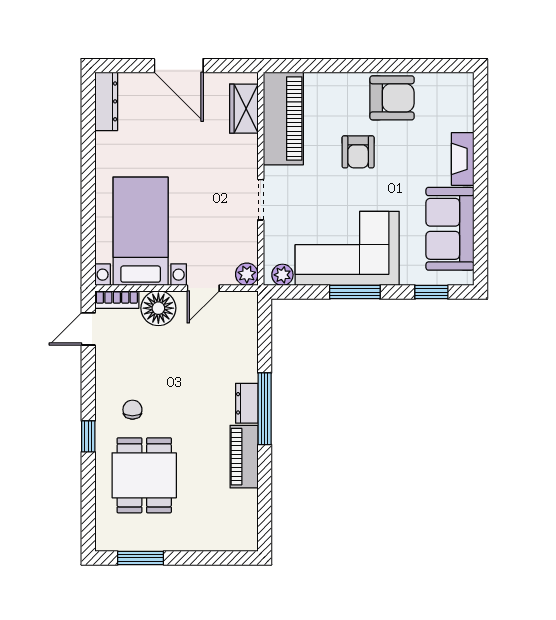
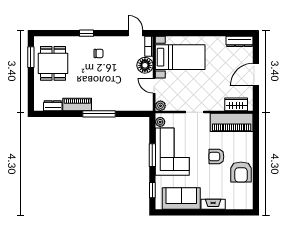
dresser: (247, 403) -> (53, 106), moved
dining table: (144, 475) -> (53, 63), moved, turned 90

